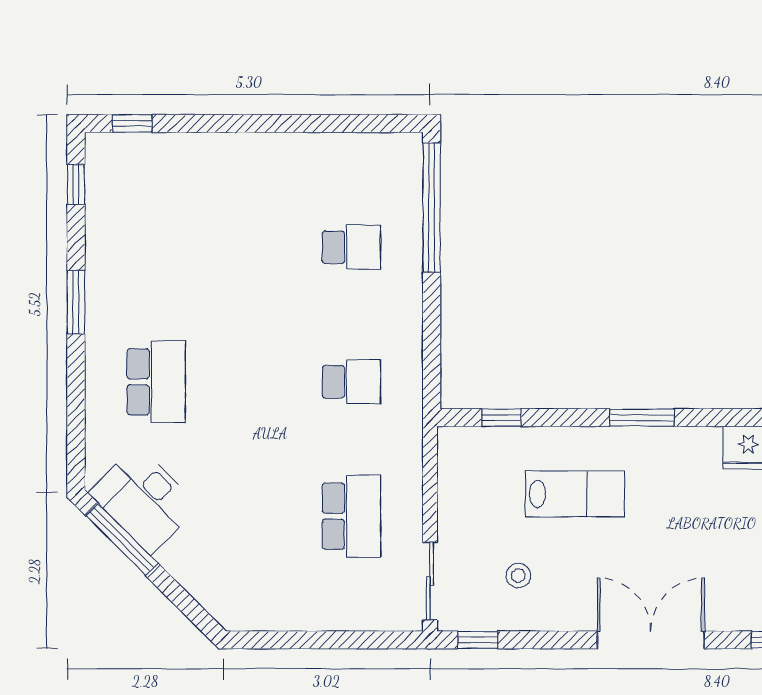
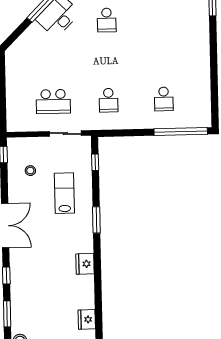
school desk: (156, 382) -> (107, 20), width x0.54
lab bench: (575, 494) -> (64, 193), turned 180
sliding door: (430, 581) -> (65, 133), moved

